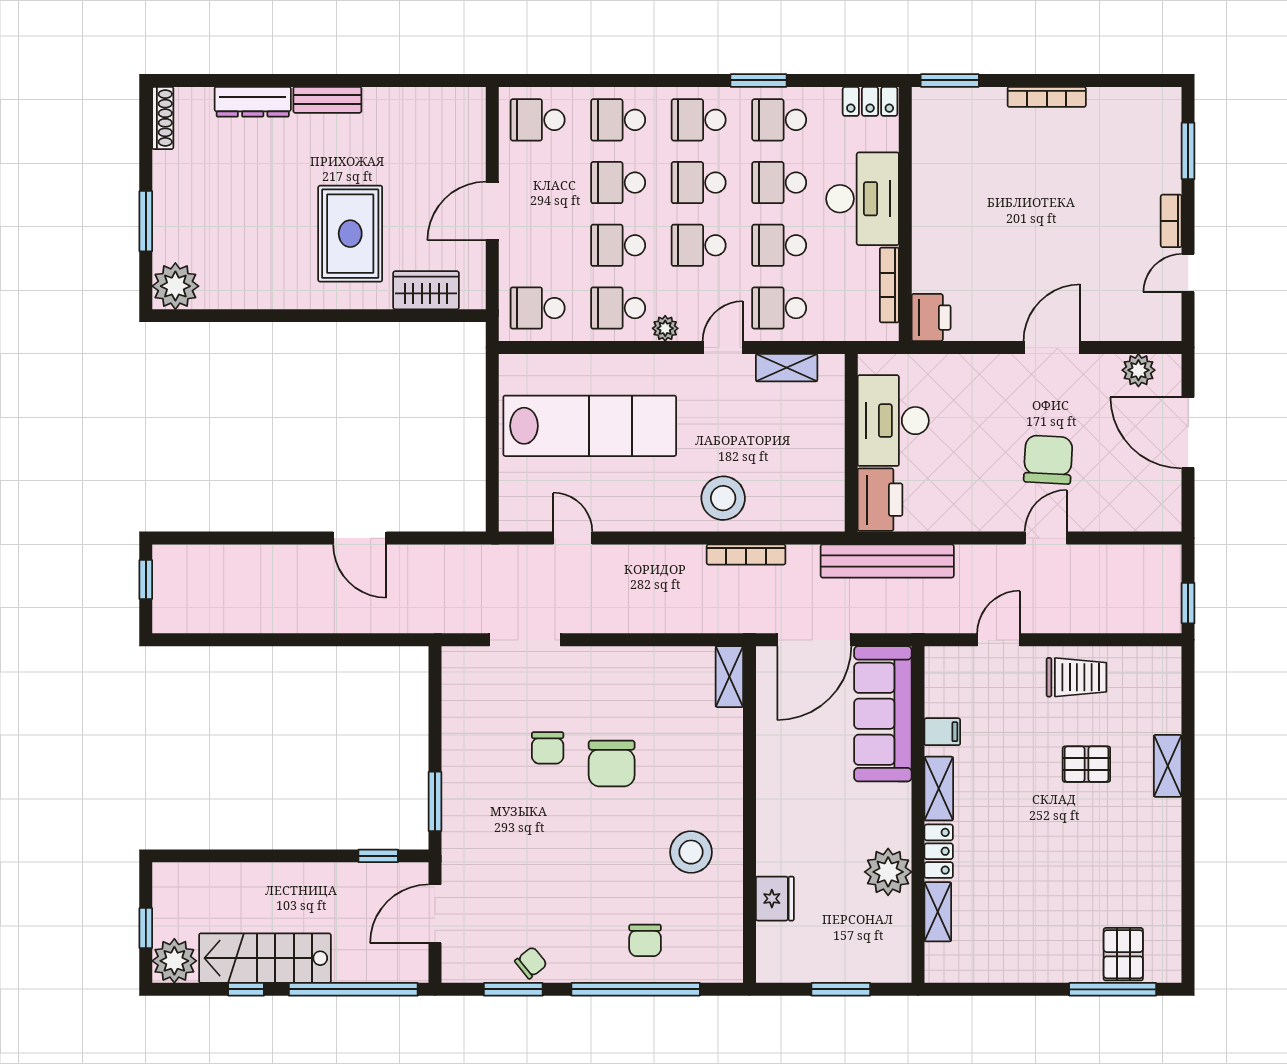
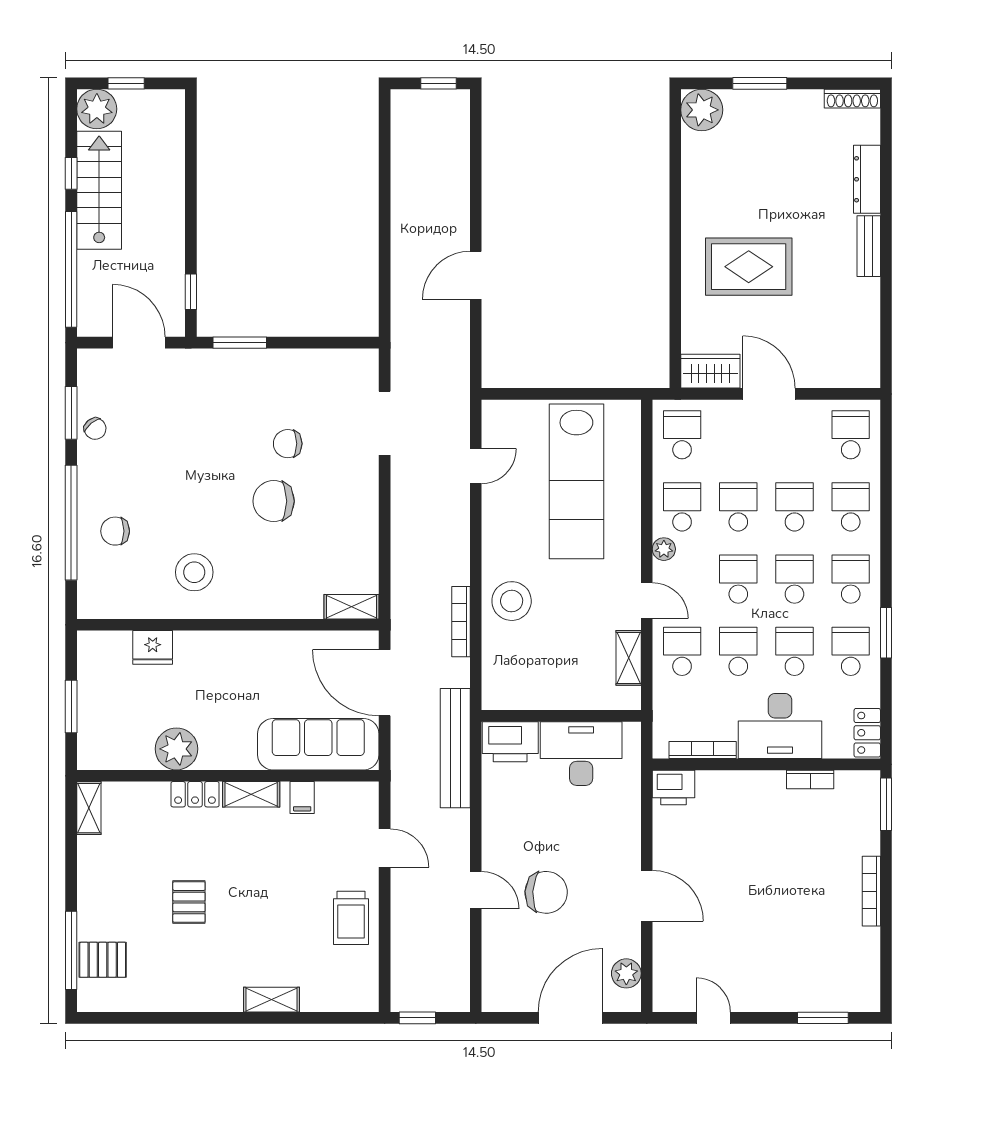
bookcase: (1171, 221) -> (810, 779), moved, turned 180
wardrobe: (426, 290) -> (710, 371), moved, turned -90
pallet: (1086, 764) -> (189, 902), moved
shelving: (938, 912) -> (89, 808), moved, turned 90

